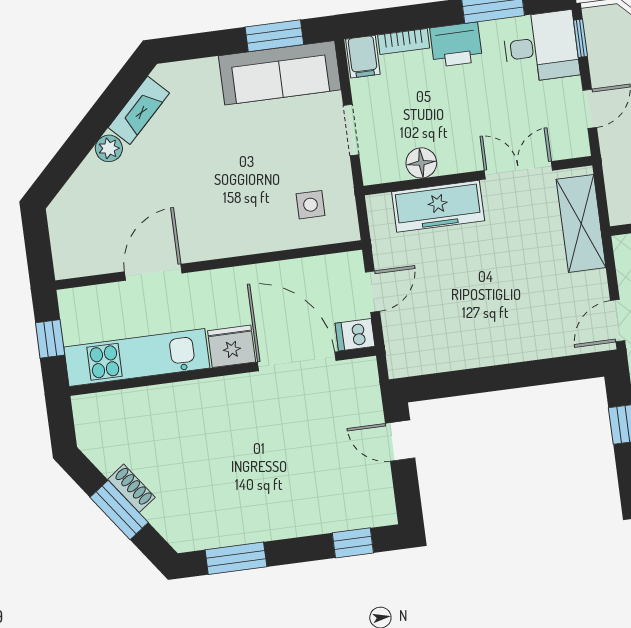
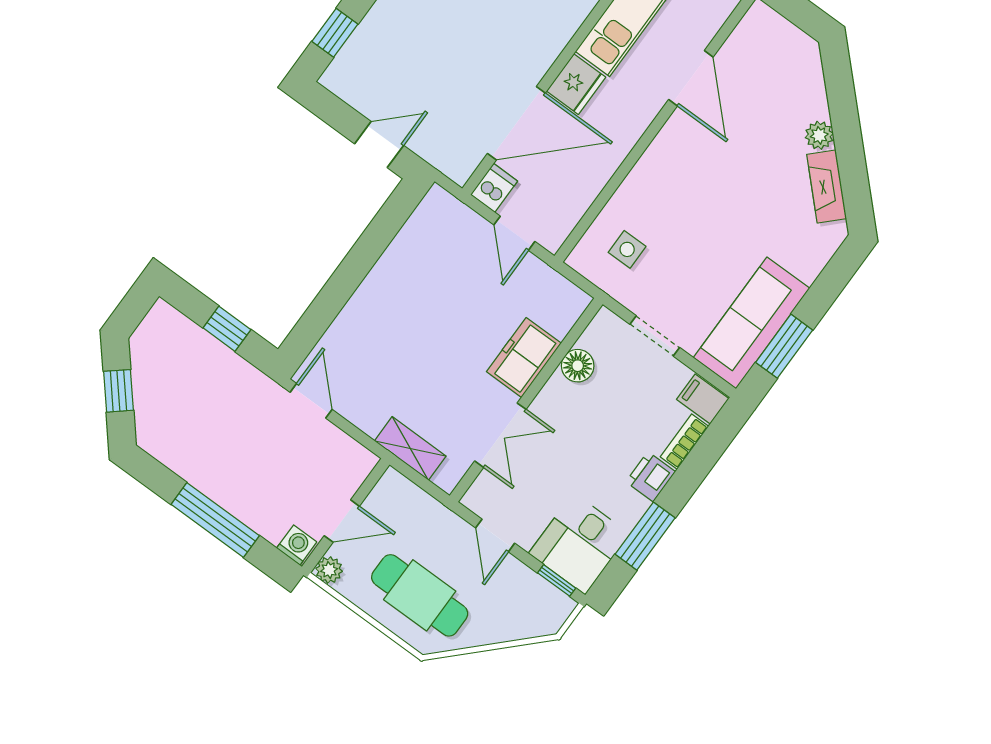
printer: (456, 45) -> (651, 477), width x0.73, depth x0.81
freezer: (438, 206) -> (524, 357), width x0.71
shelving: (581, 223) -> (410, 448), width x0.67, depth x0.75

